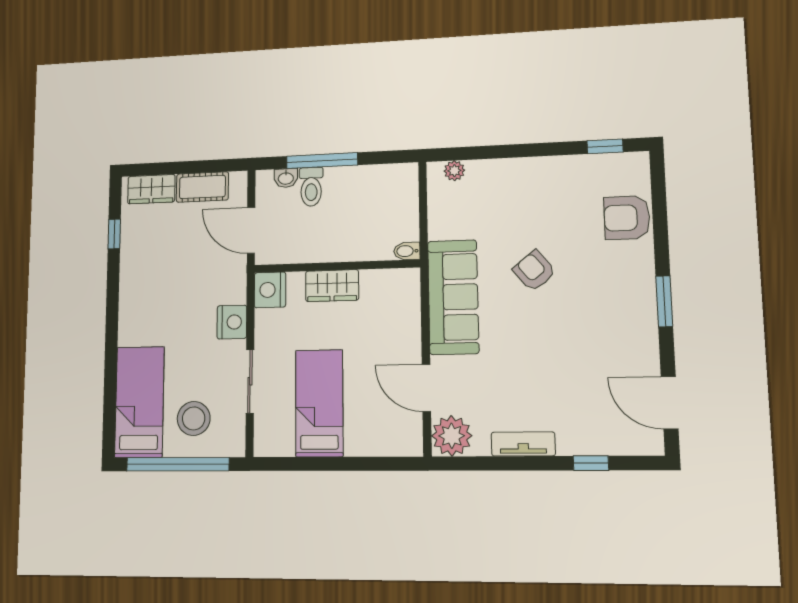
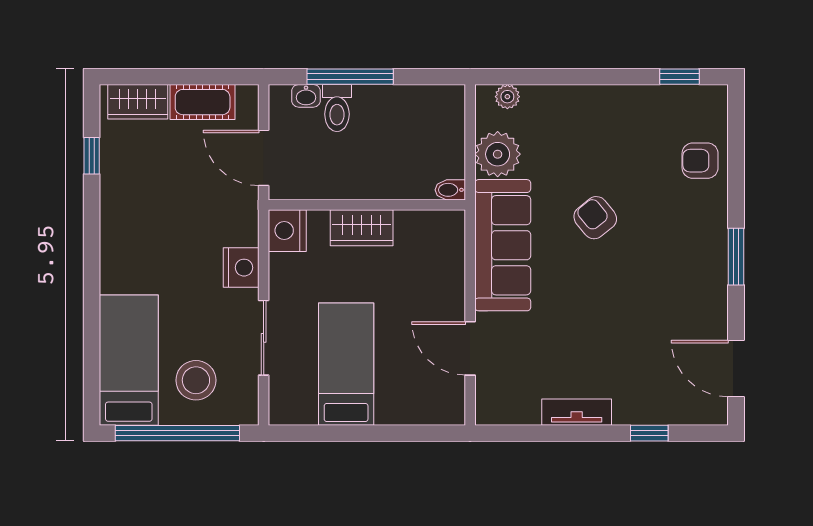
armchair: (627, 218) -> (700, 161), width x0.72, depth x0.72
plant: (452, 436) -> (498, 154), moved

